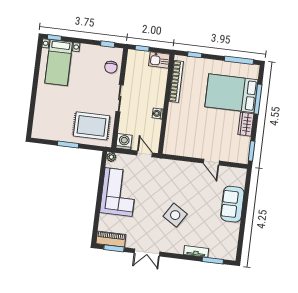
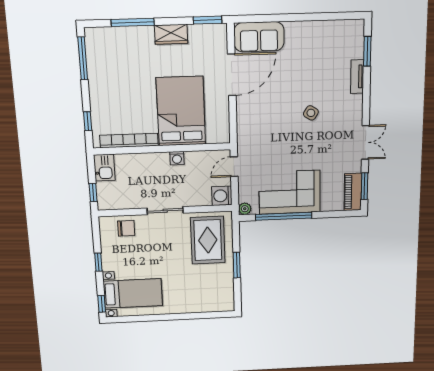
window: (108, 44) -> (98, 262), moved
bed: (231, 93) -> (181, 111), moved, turned 180
door: (211, 162) -> (232, 75), width x1.88
window: (101, 185) -> (284, 216), added
sofa: (232, 204) -> (259, 37), moved
side table: (175, 215) -> (311, 113), width x0.54, depth x0.54

